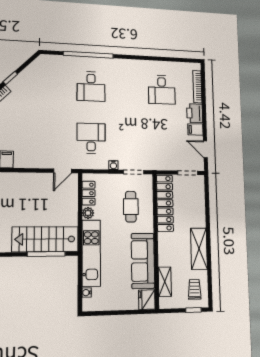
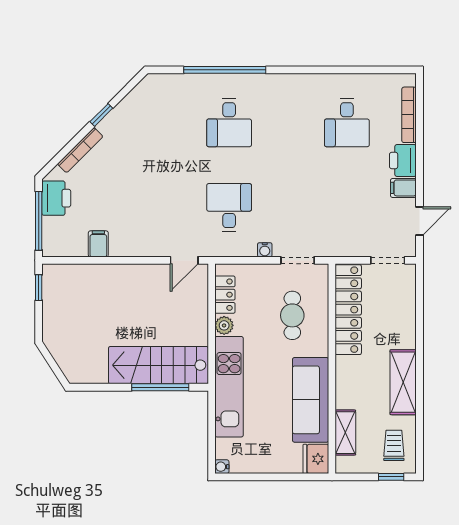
door: (205, 149) -> (419, 221), swing flipped
water cooler: (87, 293) -> (222, 467), moved

